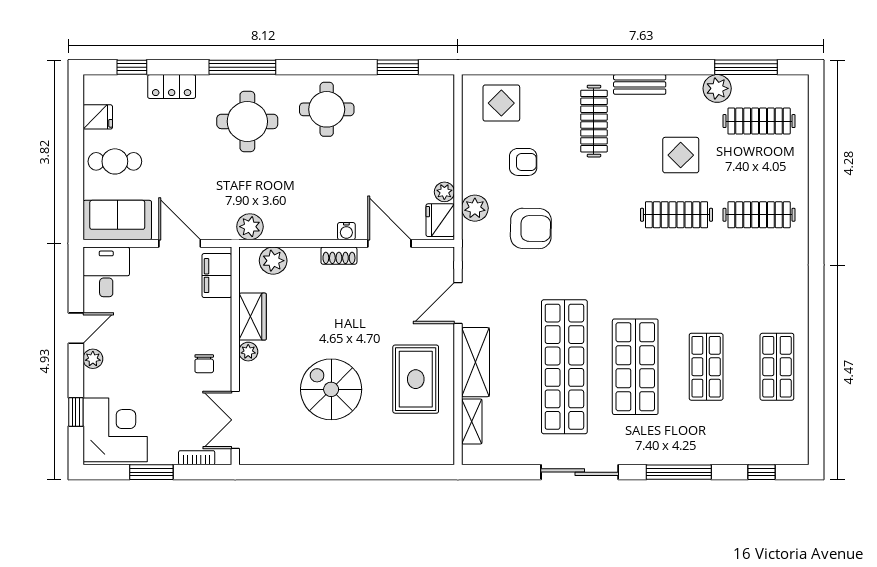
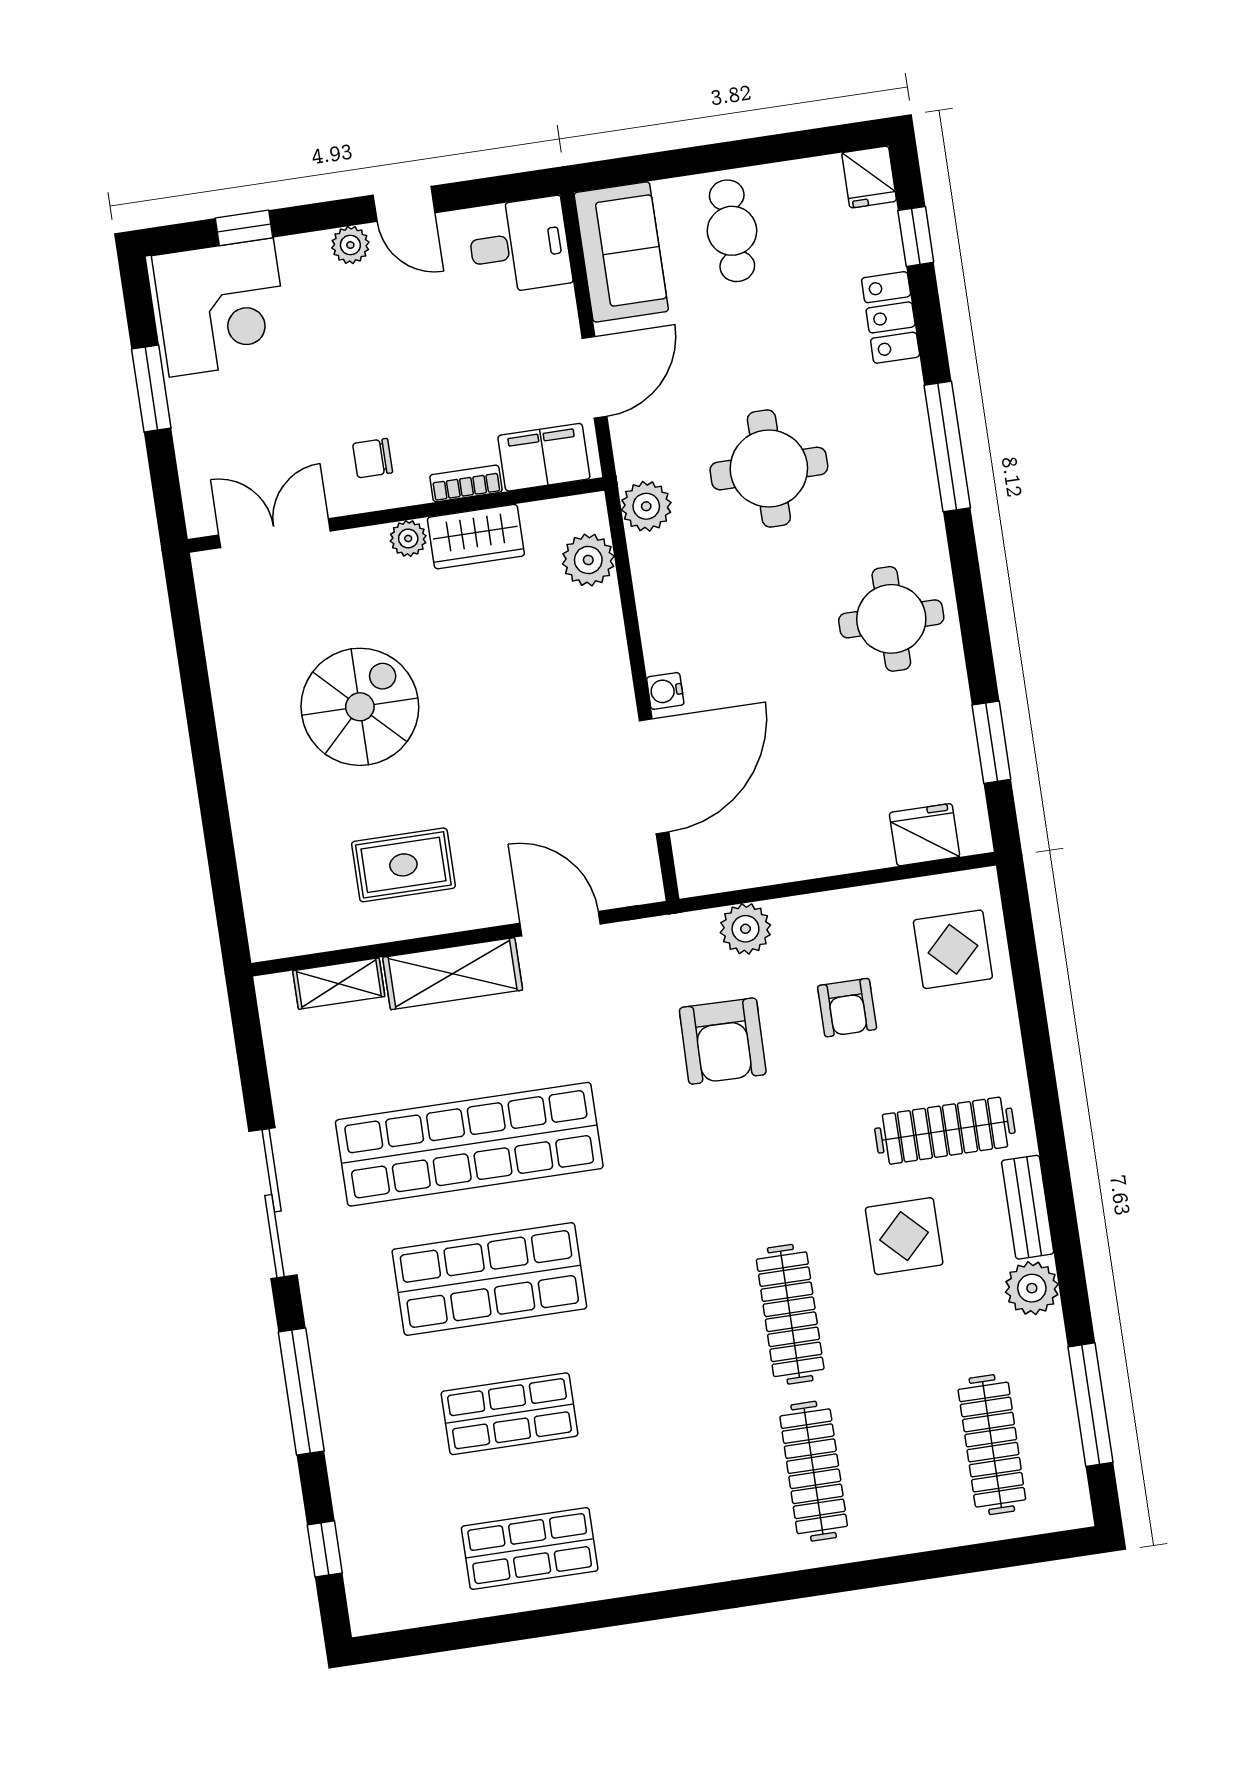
plant: (717, 88) -> (1032, 1288), moved
fridge: (98, 117) -> (869, 177), moved
round table: (247, 121) -> (769, 469), moved
display table: (681, 155) -> (904, 1236), moved
plant: (444, 192) -> (768, 866), removed
fridge: (440, 220) -> (925, 835), moved
door: (389, 243) -> (654, 776), width x1.36
shoe rack: (339, 256) -> (616, 684), removed
rug: (416, 379) -> (403, 865), width x0.73, depth x0.70
bookcase: (197, 458) -> (466, 483), moved, turned -90

